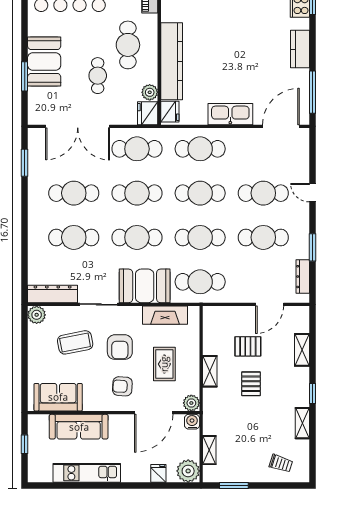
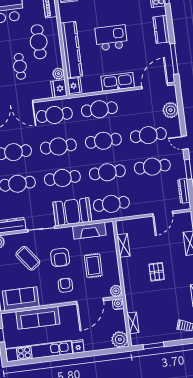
kitchen island: (229, 52) -> (111, 38), added
plant: (298, 162) -> (171, 110), added
door: (313, 193) -> (185, 143), moved
coffee table: (75, 342) -> (28, 258), turned 64
pallet: (248, 346) -> (151, 246), removed
shelving: (210, 371) -> (124, 245), moved
armchair: (122, 386) -> (65, 285), turned 87
kitchen unit: (87, 473) -> (39, 351), width x1.36
fridge: (158, 473) -> (78, 346), moved

